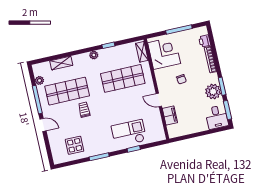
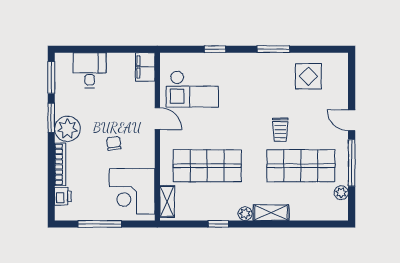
shelving: (61, 63) -> (271, 213), moved
plant: (213, 92) -> (67, 129), moved
filing cabinet: (170, 116) -> (145, 67), moved
desk: (217, 117) -> (90, 70), moved
checkout: (129, 133) -> (192, 89), moved

